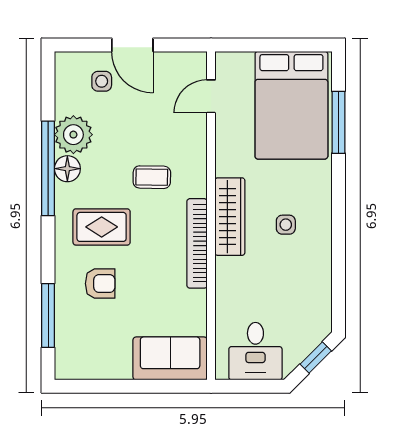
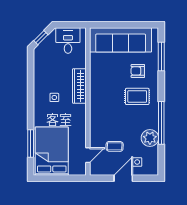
door: (132, 45) -> (123, 178), hinge flipped
floor lamp: (67, 169) -> (153, 123), removed
coffee table: (152, 177) -> (115, 146), moved
wardrobe: (230, 217) -> (79, 86), moved
bookcase: (197, 243) -> (94, 89), removed
sofa: (170, 358) -> (121, 40), width x1.85, depth x1.27

